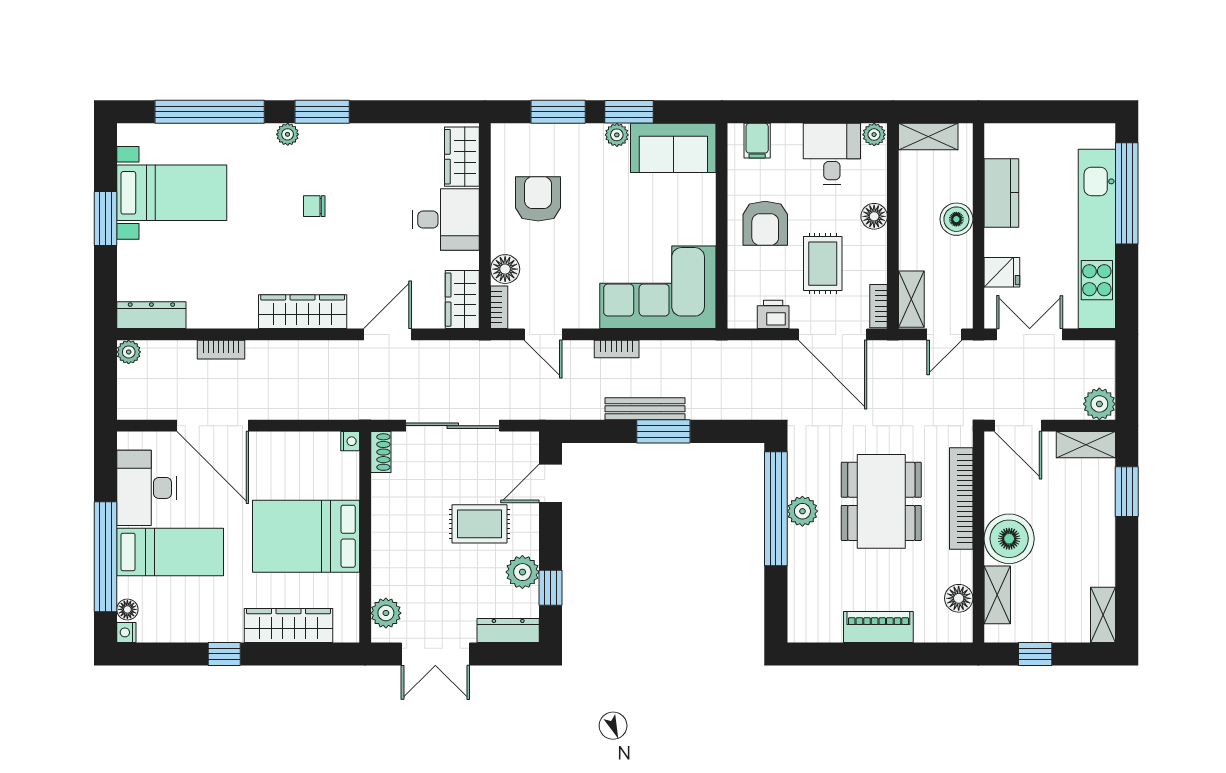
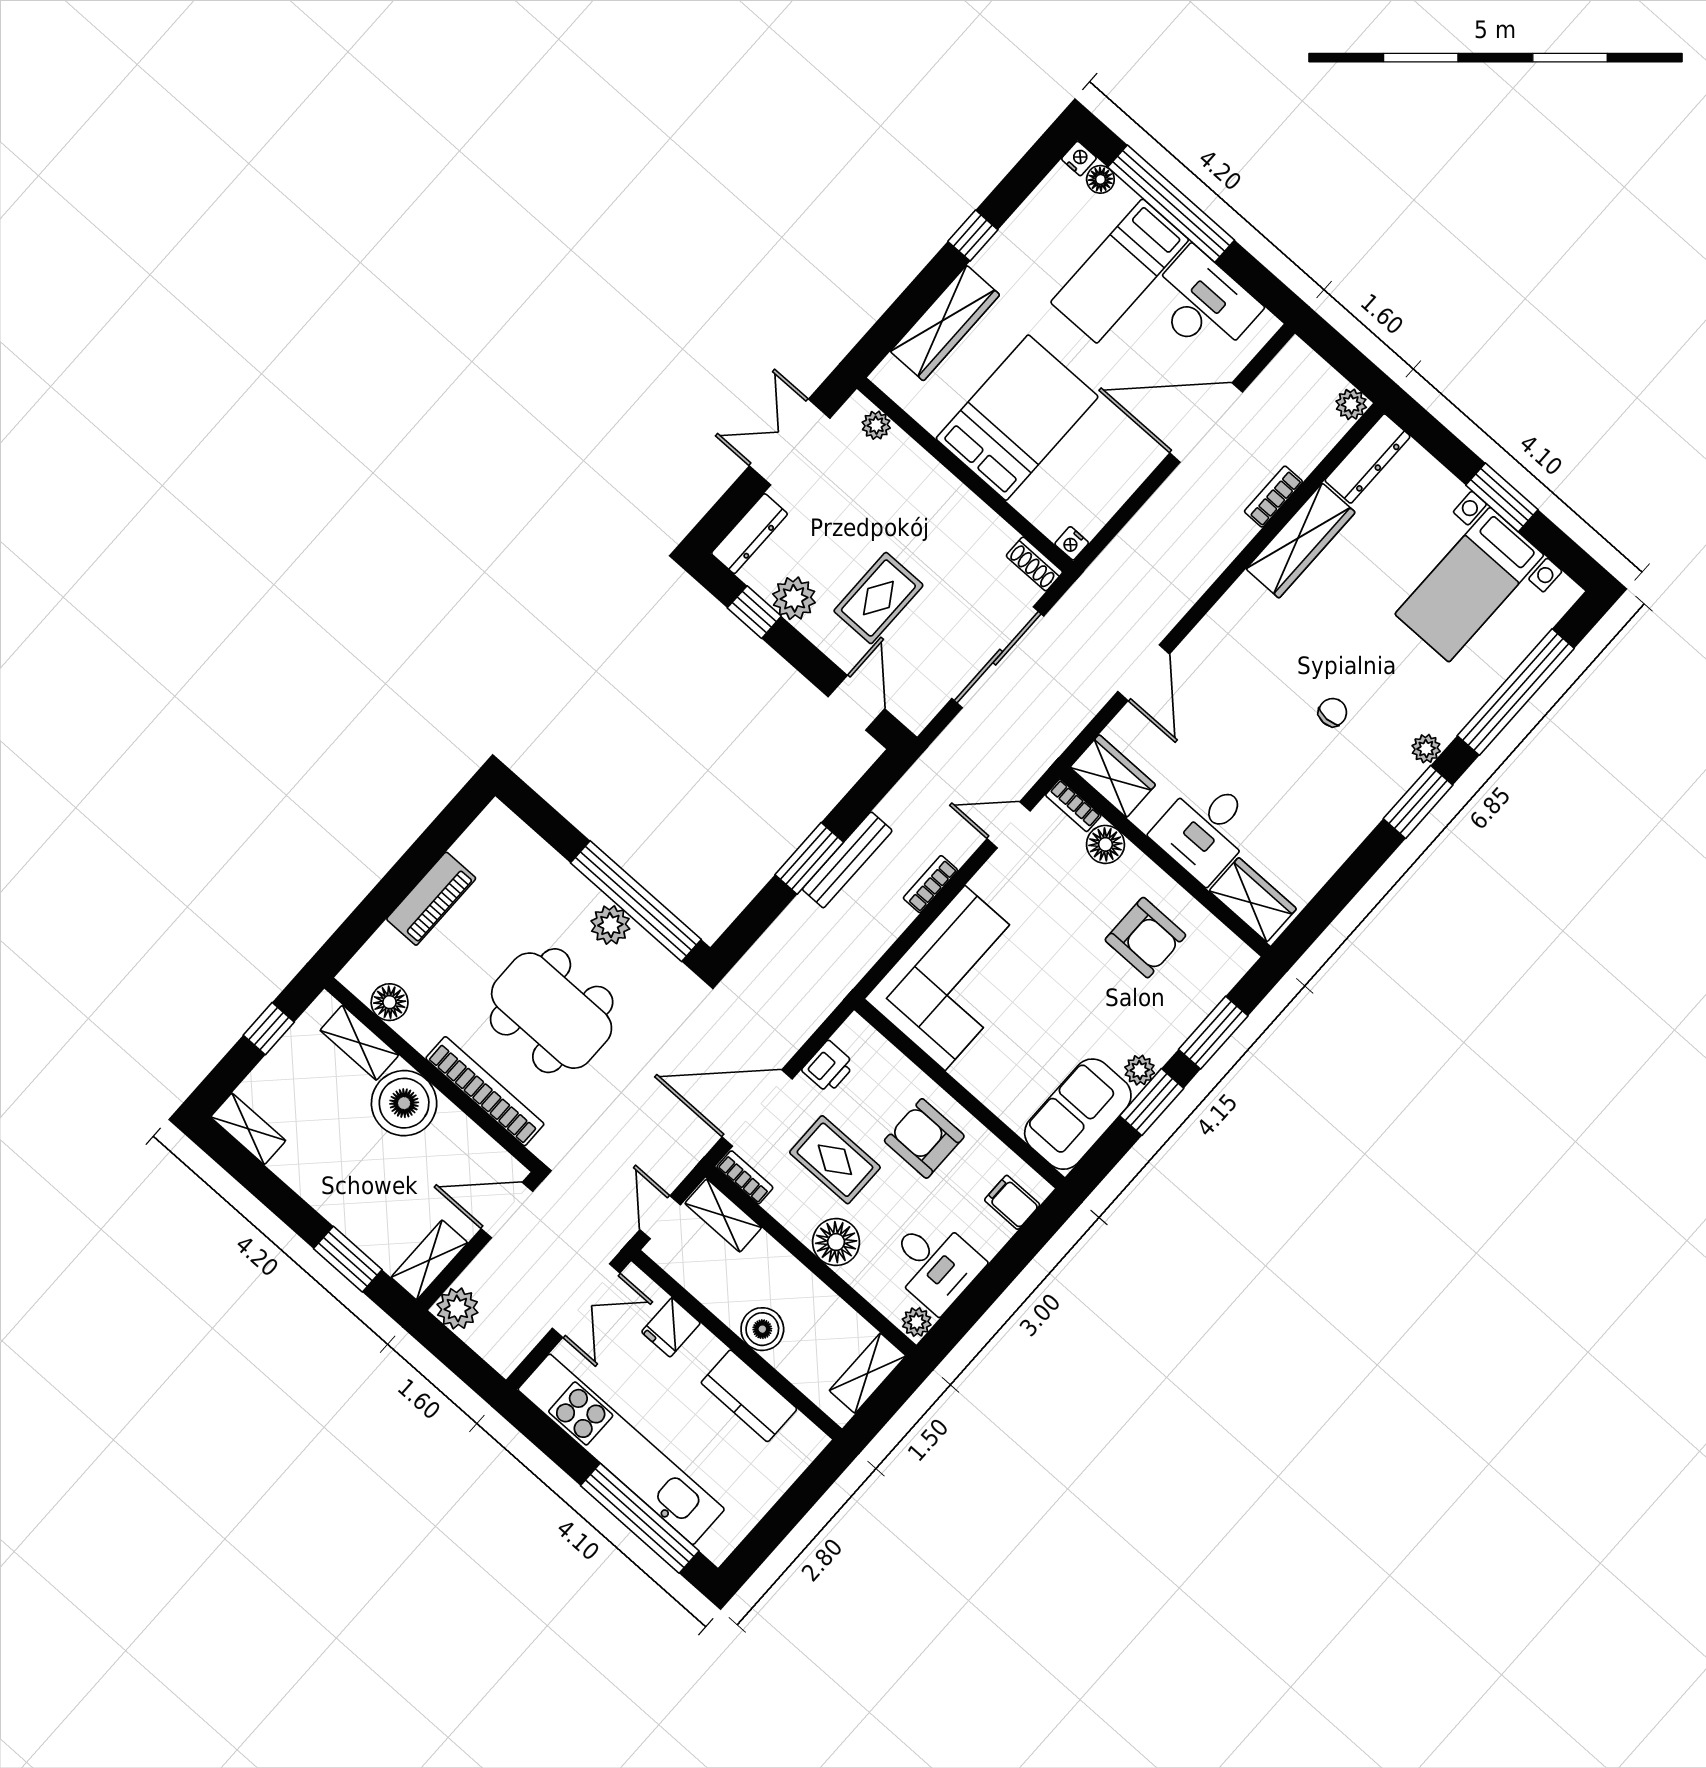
floor lamp: (874, 216) -> (836, 1242), width x1.38, depth x1.38
wardrobe: (303, 312) -> (1301, 541), moved
plant: (386, 613) -> (876, 425), width x0.73, depth x0.73

